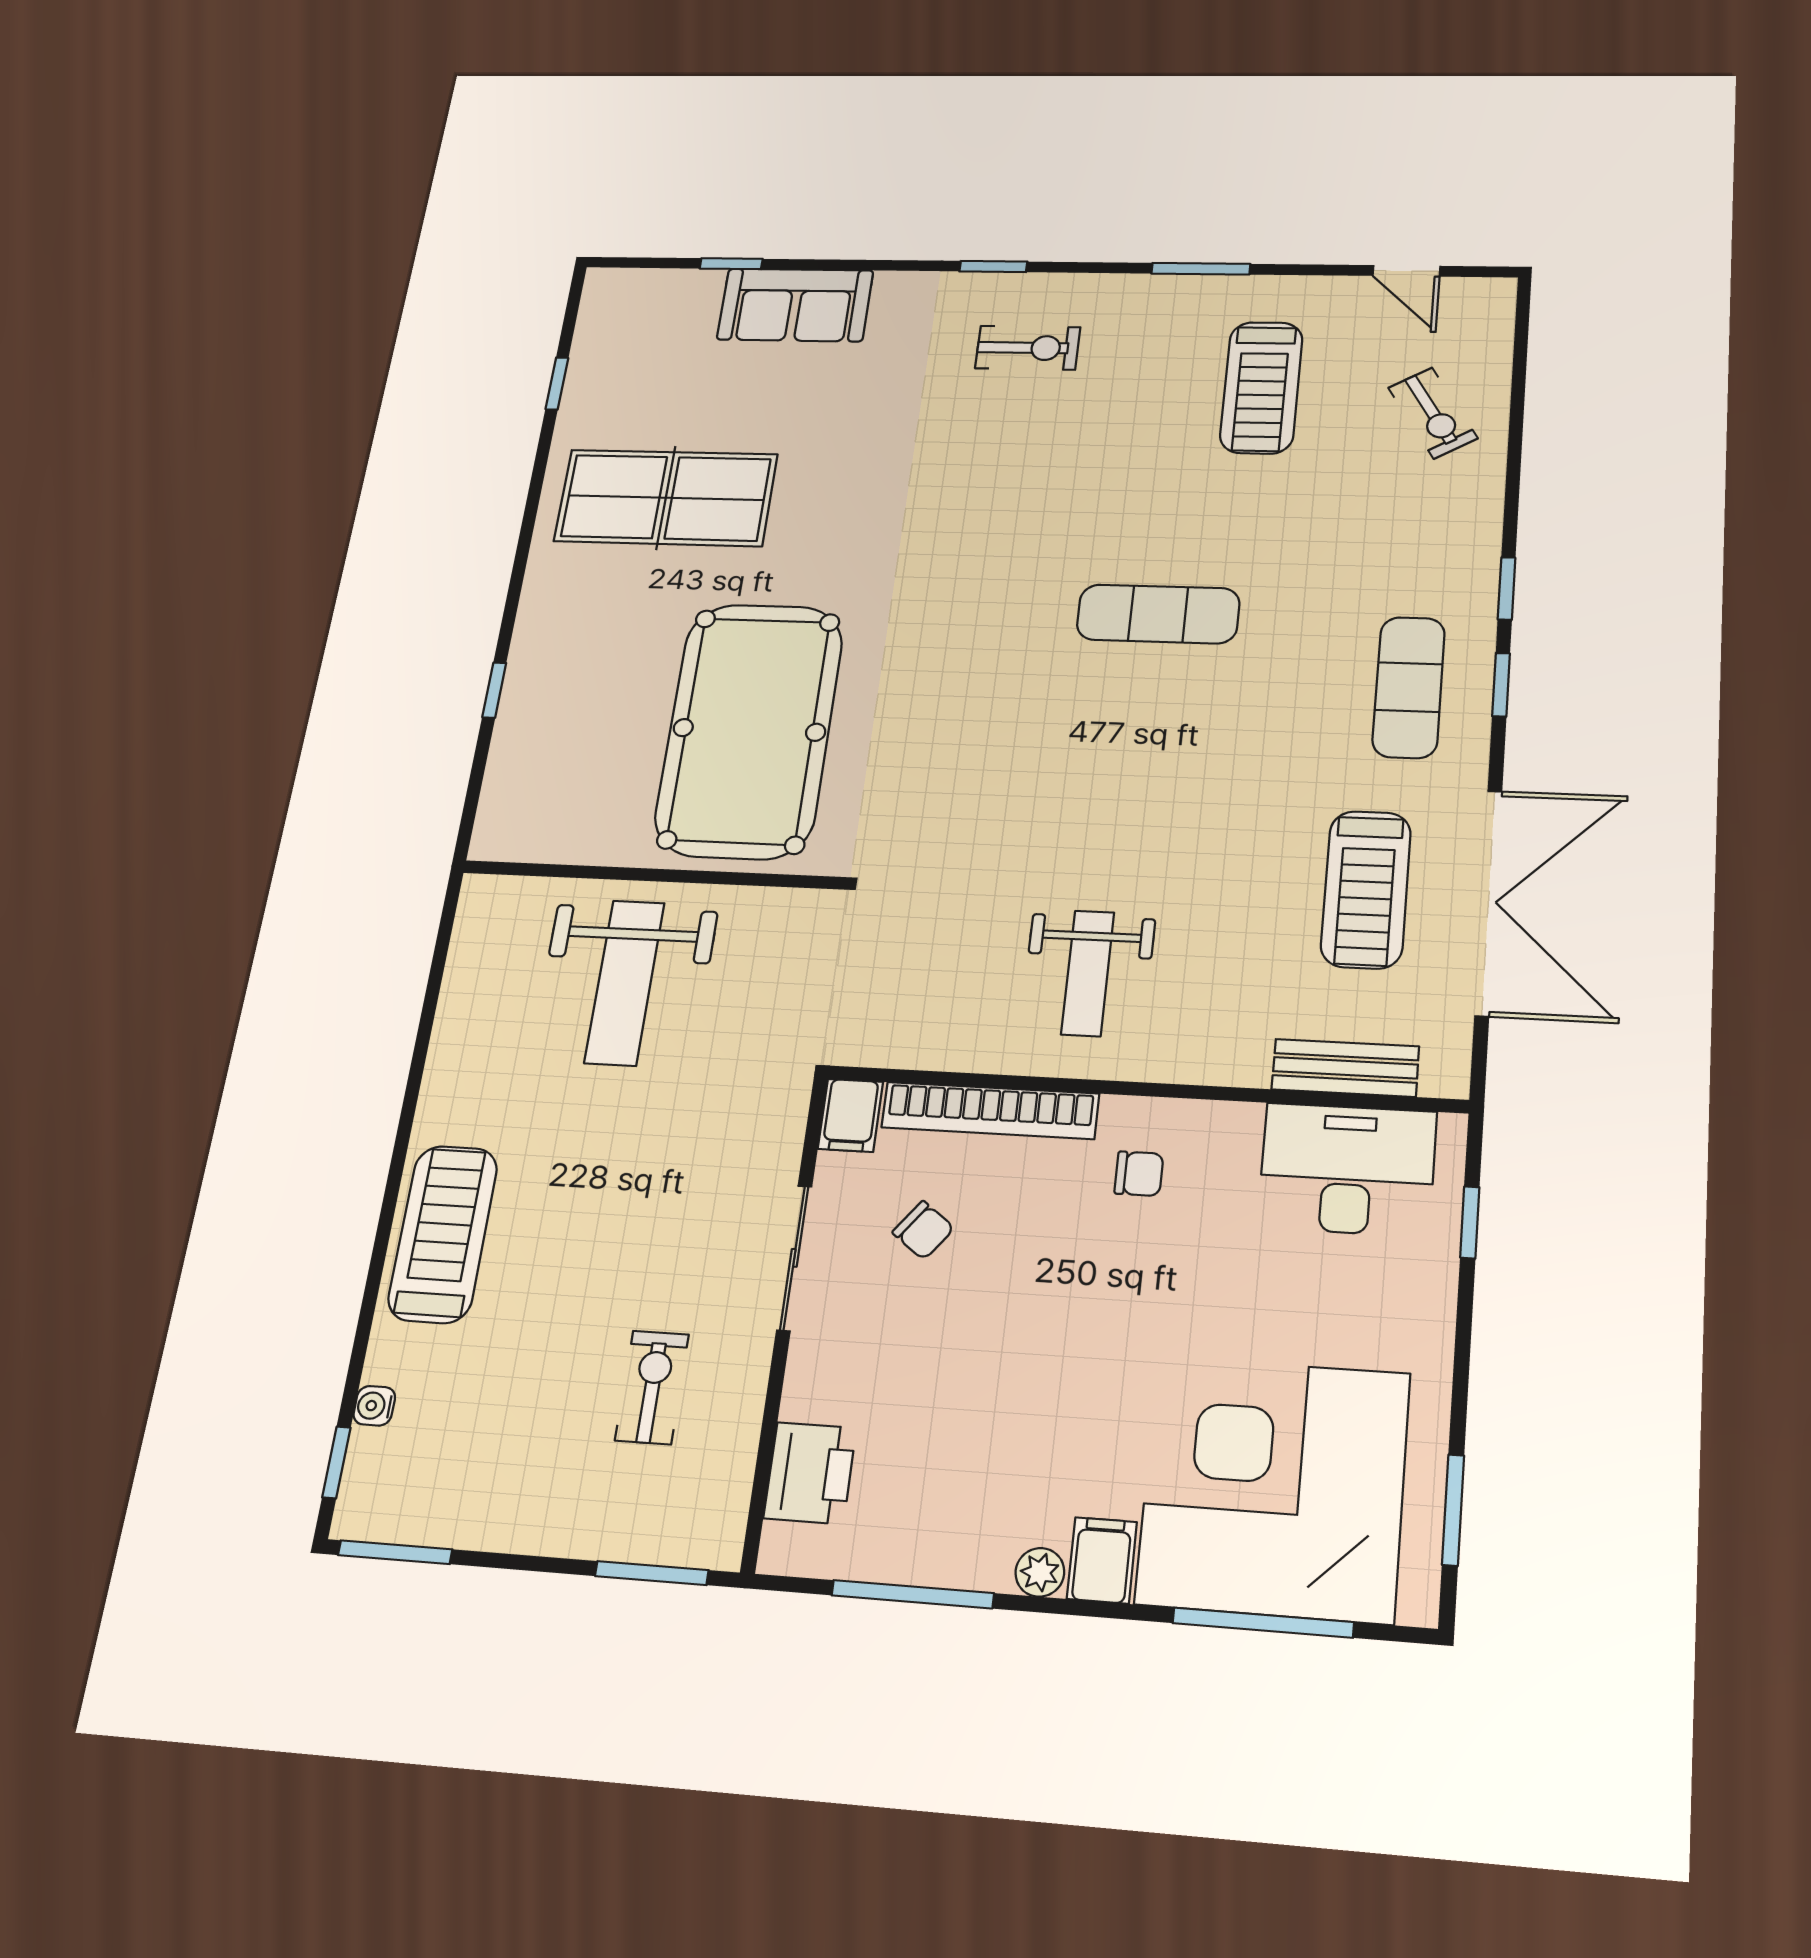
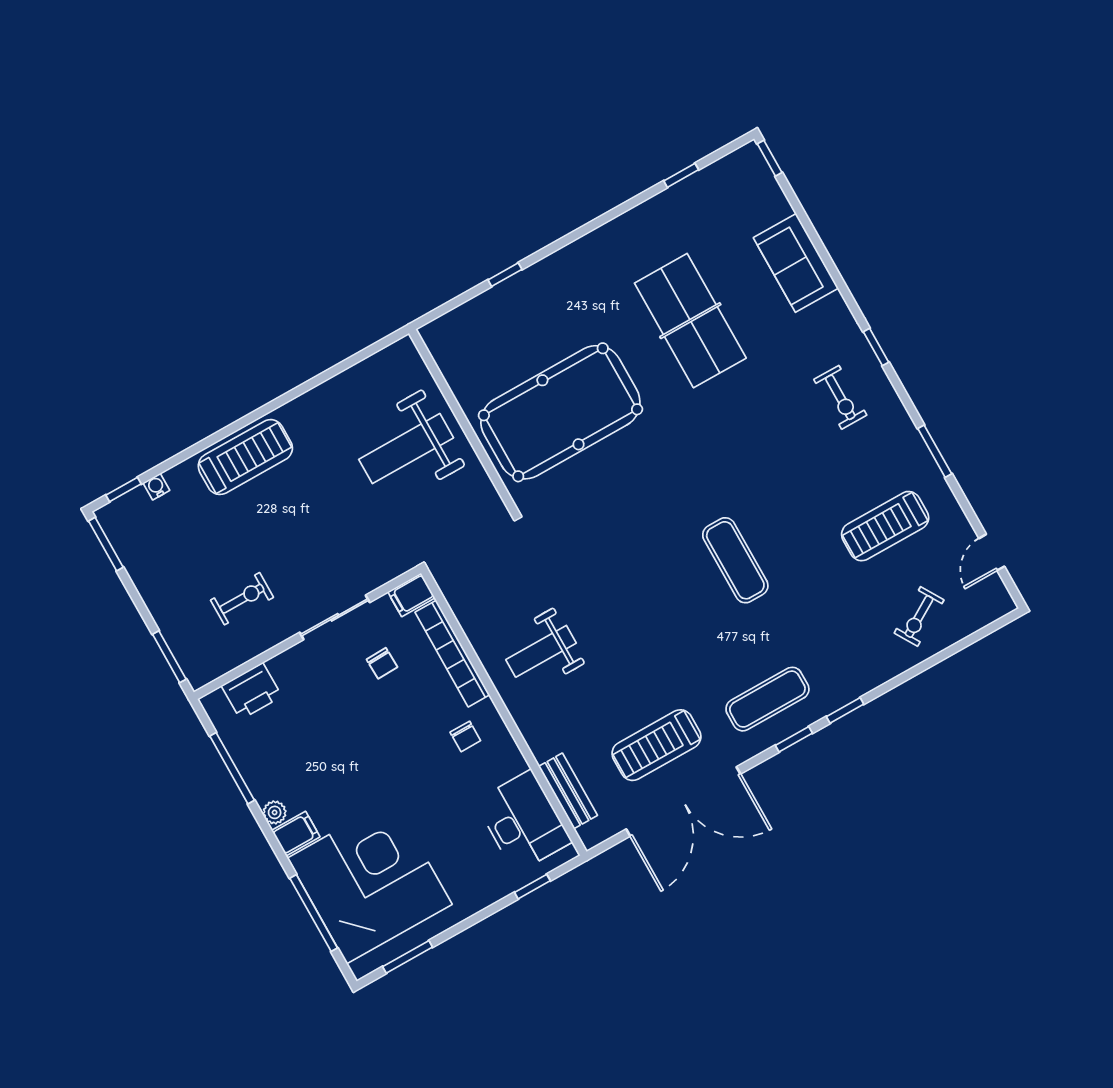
window: (731, 264) -> (770, 158), moved
table tennis table: (666, 498) -> (690, 321), moved
chair: (923, 1230) -> (382, 663), turned -39

